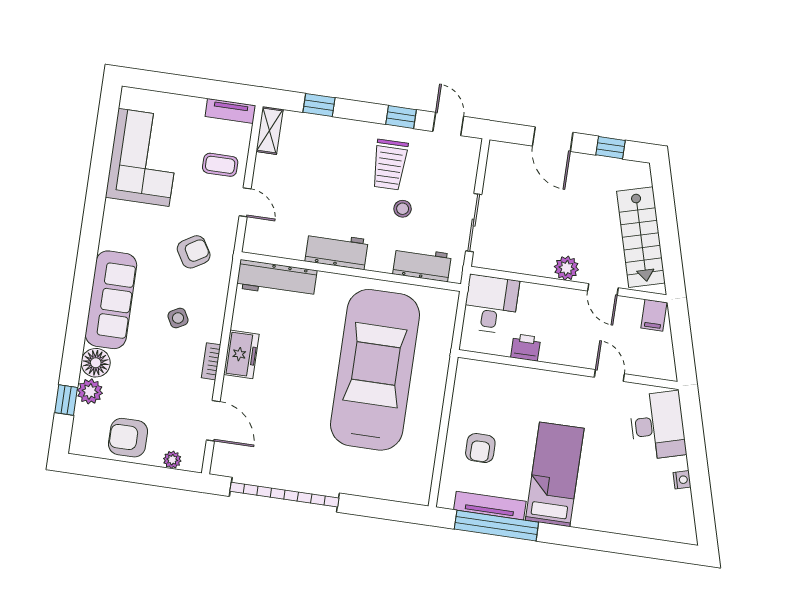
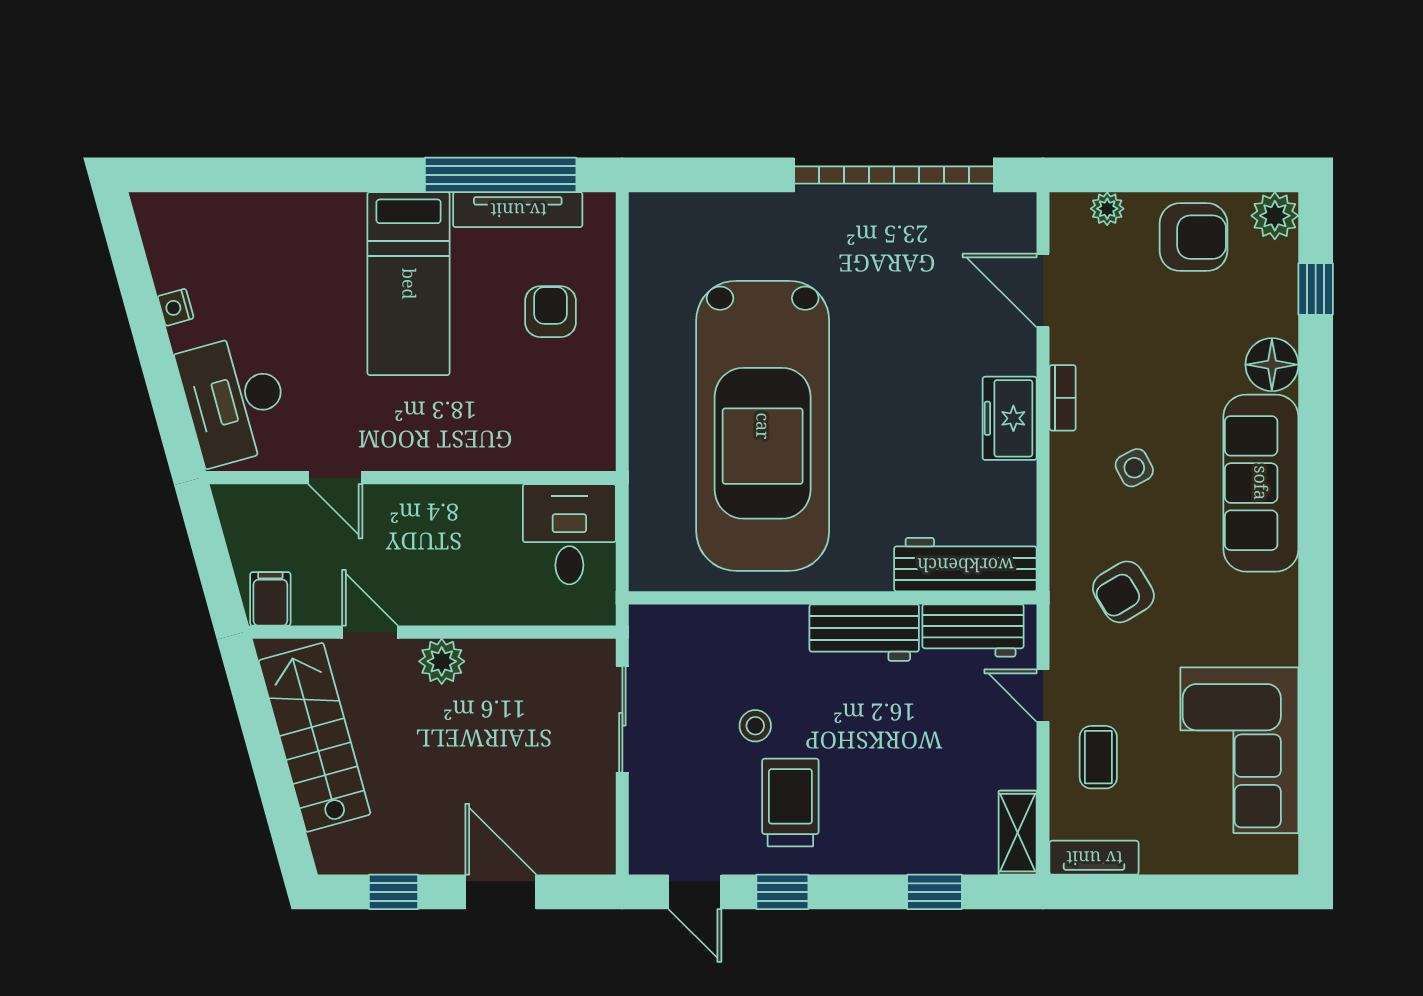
coffee table: (220, 165) -> (1098, 757), turned 90
workbench: (422, 264) -> (973, 630), moved
desk: (491, 304) -> (569, 534), moved, turned 180
printer: (526, 347) -> (495, 506), removed
plant: (90, 391) -> (1275, 216), moved

